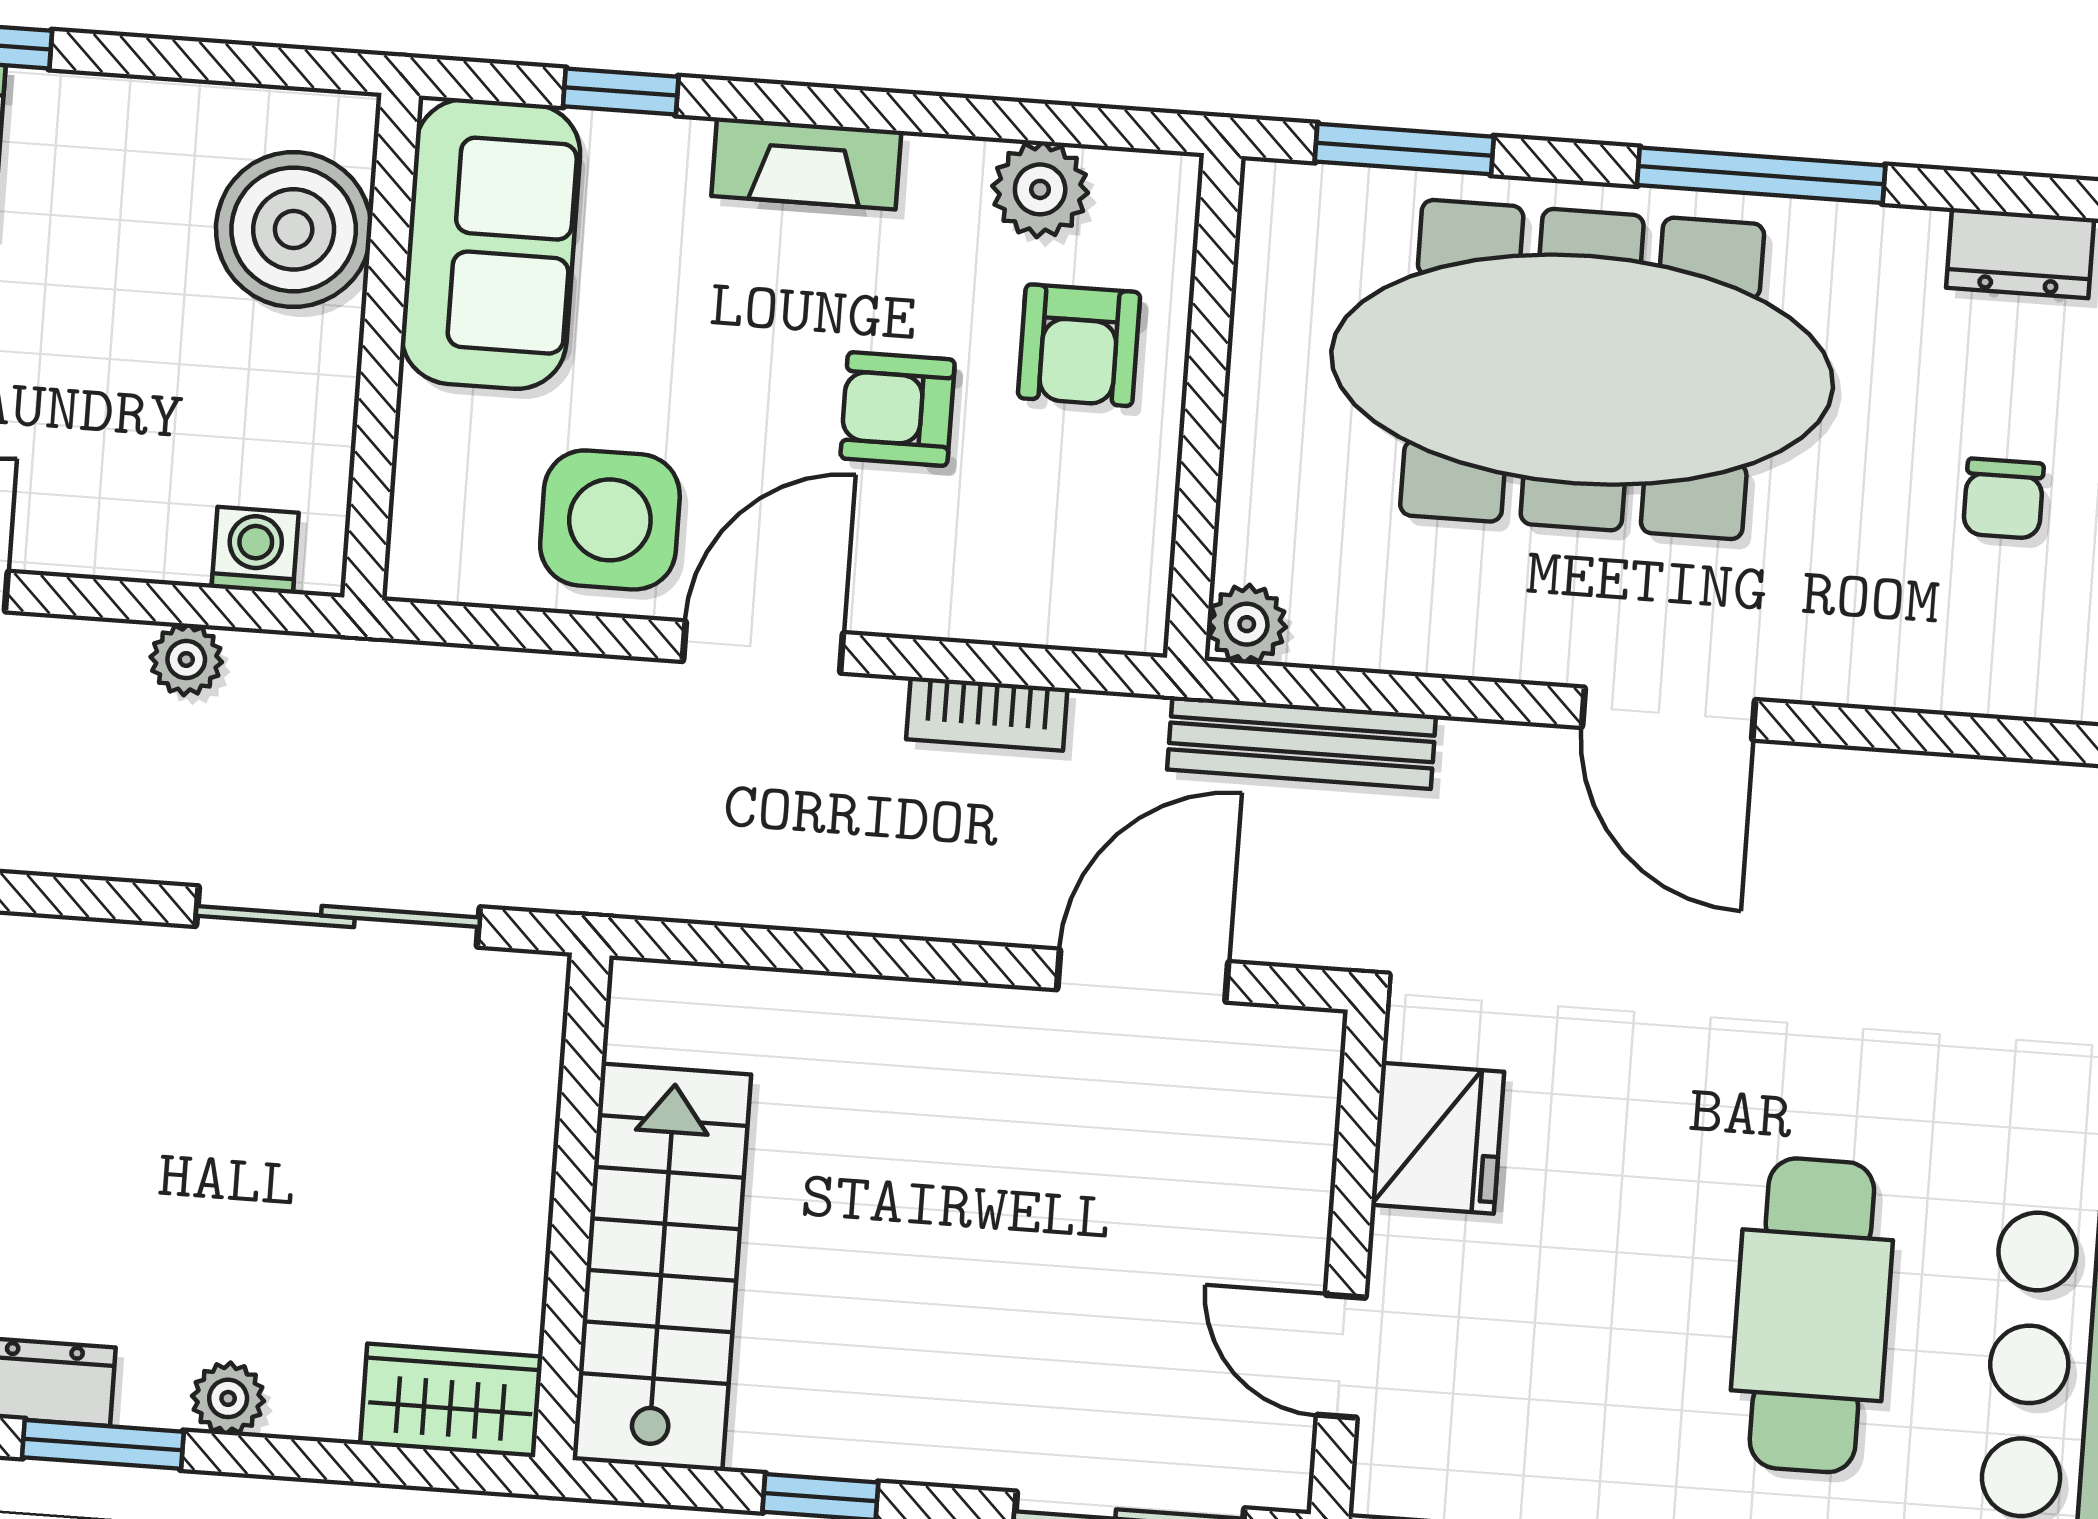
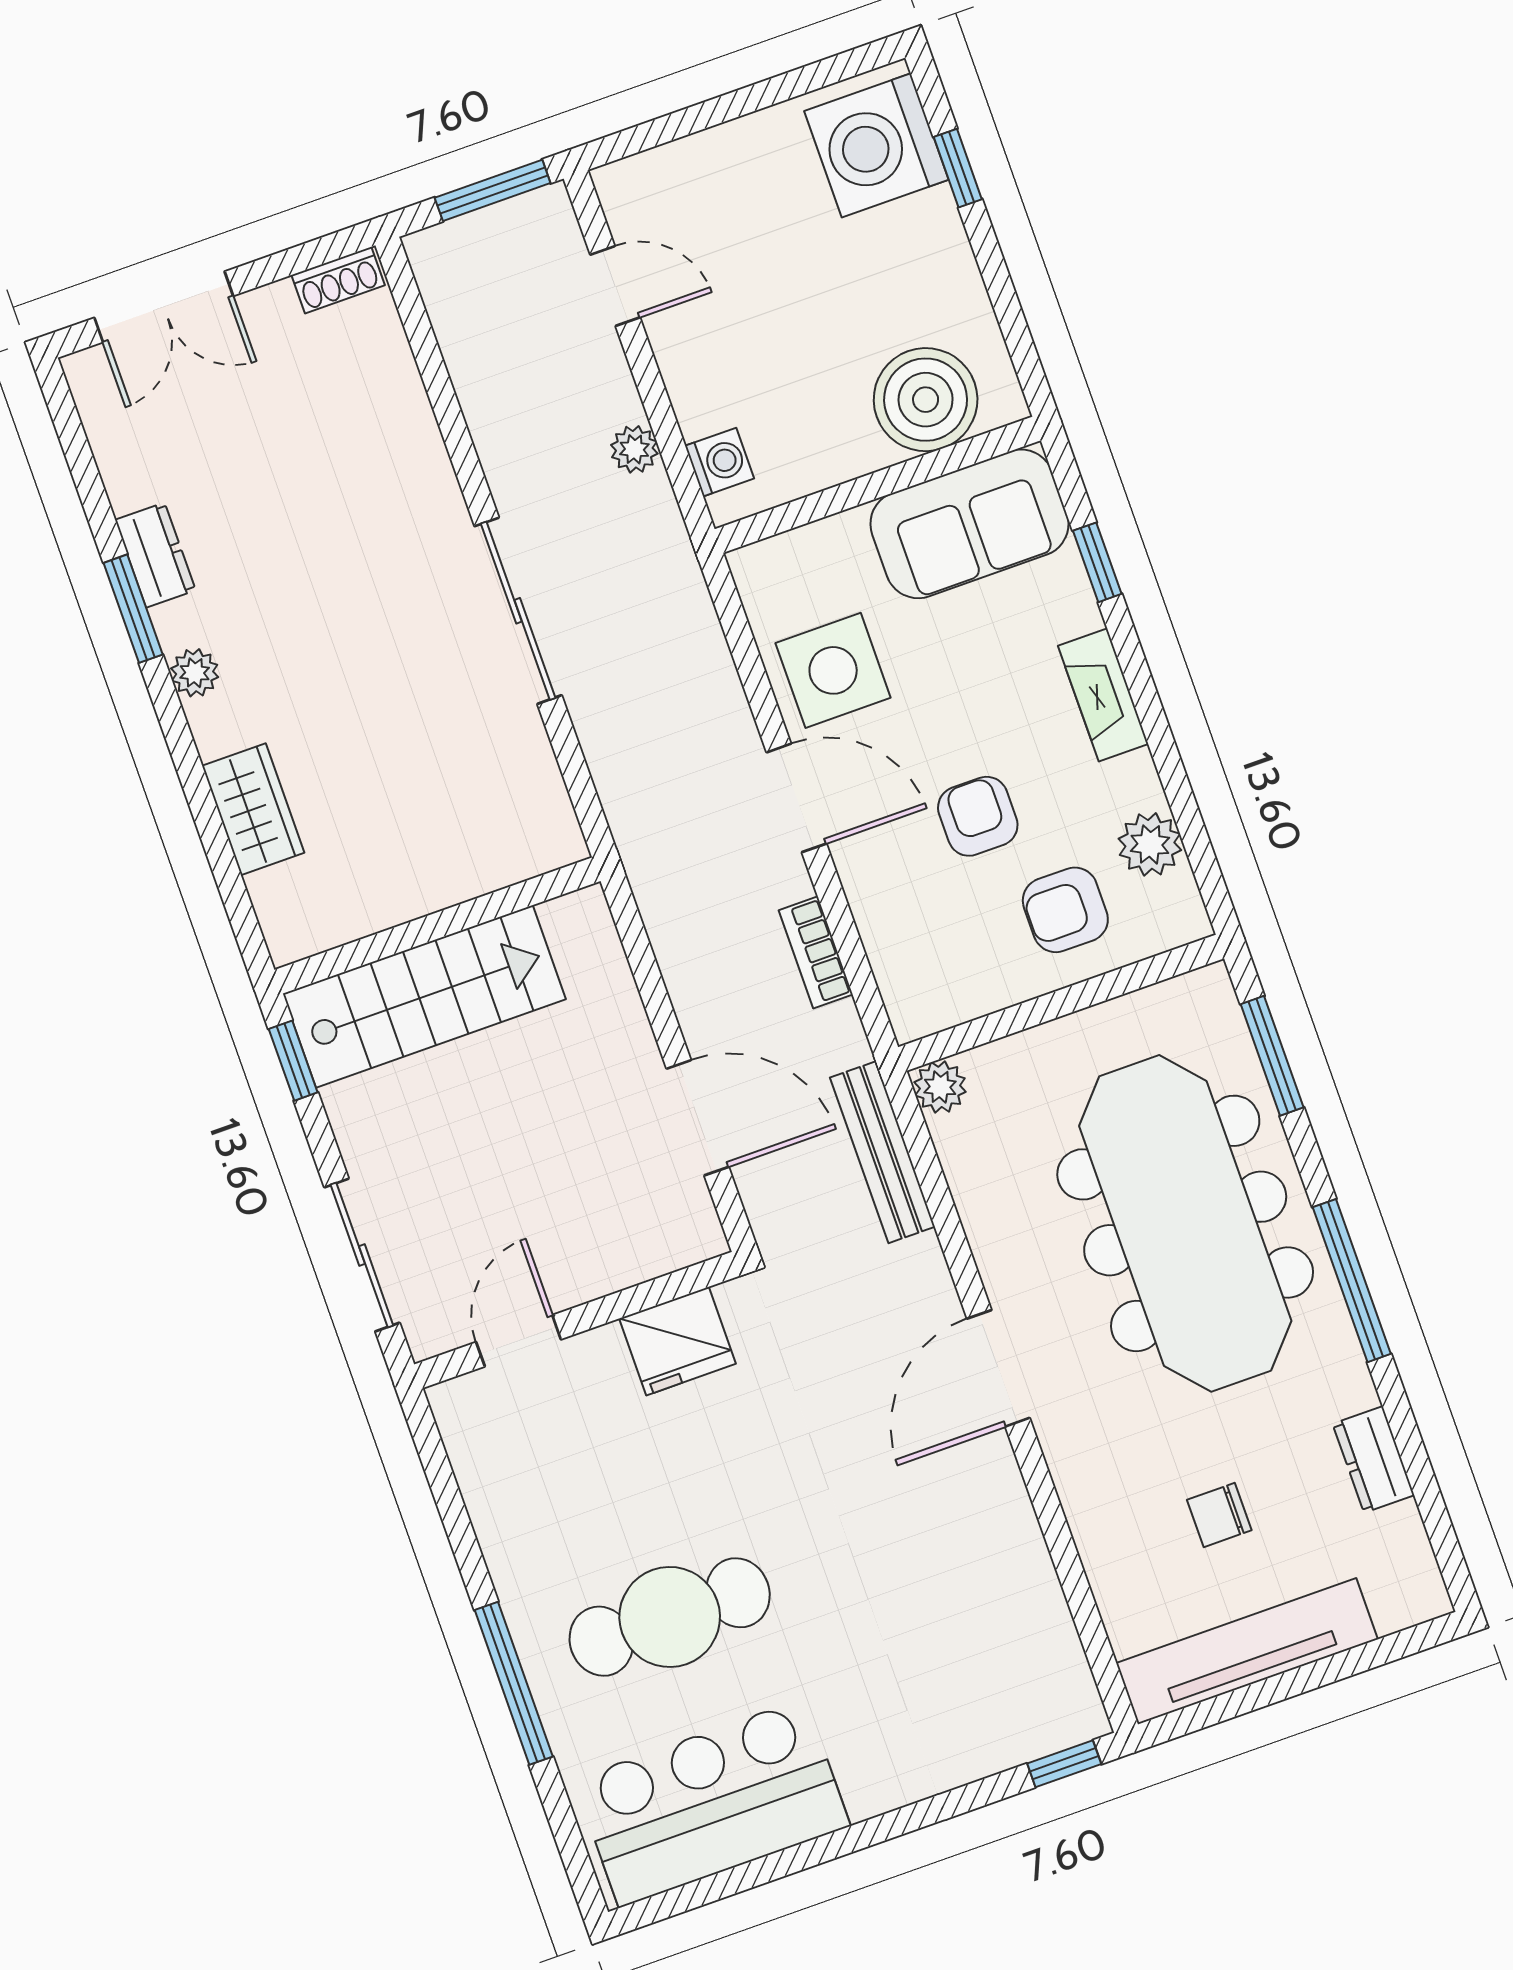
wall: (572, 1206) -> (437, 926), moved
stairs: (662, 1267) -> (424, 996), moved

